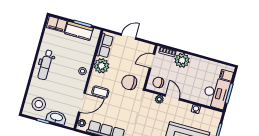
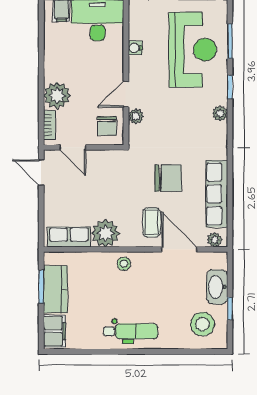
door: (129, 36) -> (41, 172), moved
chair: (129, 82) -> (168, 178), moved, turned -90

